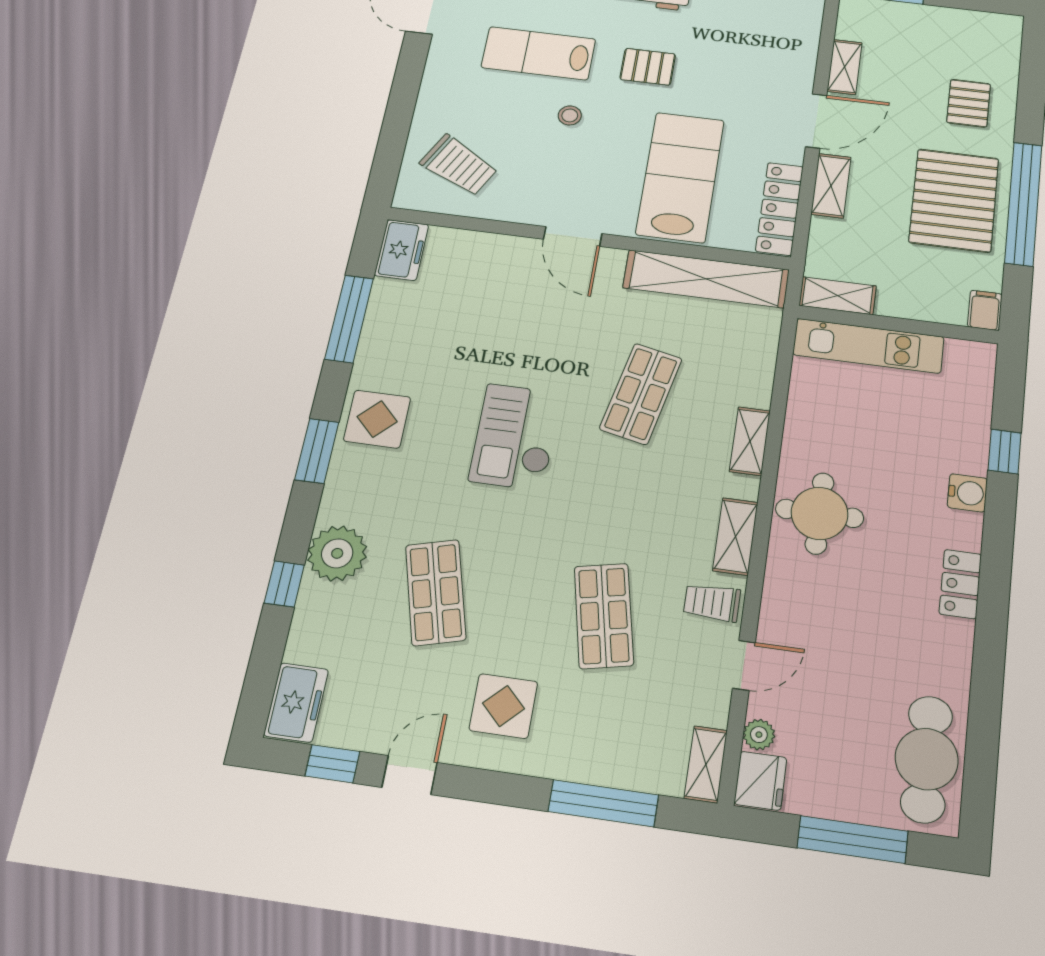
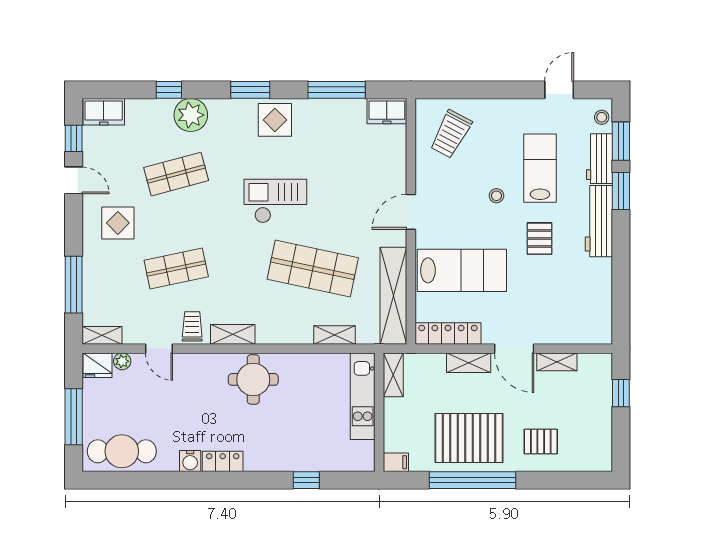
shop shelf: (641, 394) -> (313, 268), width x1.43, depth x1.36
shelving: (750, 441) -> (334, 335), moved
water cooler: (967, 493) -> (190, 461), moved

